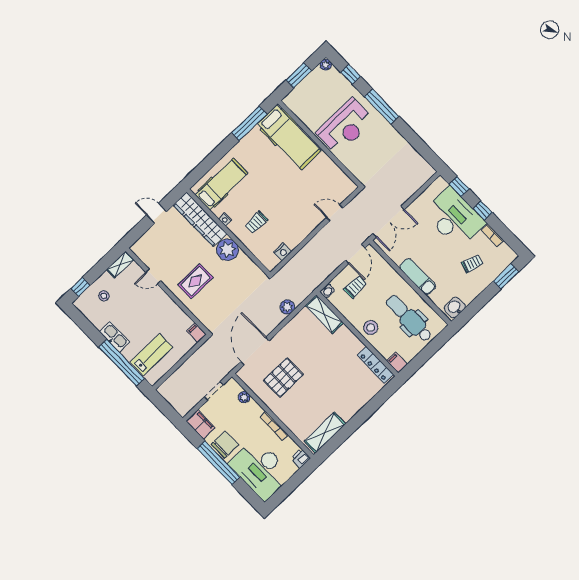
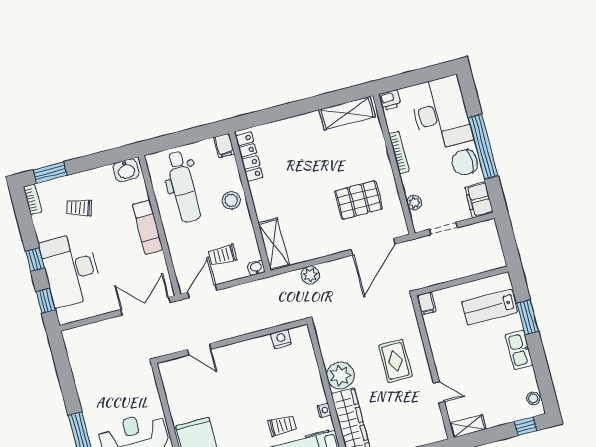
trolley: (256, 222) -> (282, 425), moved
bookcase: (493, 235) -> (32, 199), moved
rug: (195, 281) -> (395, 361), turned 90
stool: (104, 296) -> (533, 398), moved
window: (121, 363) -> (528, 317), width x0.47

